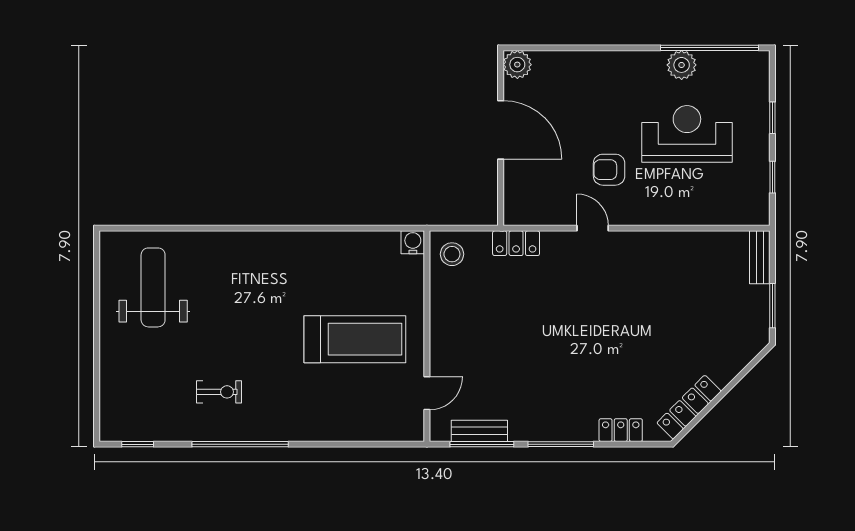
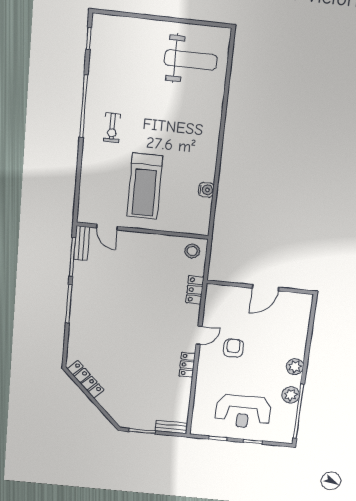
plant: (517, 65) -> (295, 367), moved
door: (501, 130) -> (265, 288), width x0.73
reception desk: (687, 134) -> (243, 412), moved, turned 90
water cooler: (413, 242) -> (206, 190), moved
exercise bike: (219, 392) -> (112, 128), moved
locker: (621, 430) -> (187, 365), moved, turned 180
bench: (479, 431) -> (82, 243), moved

